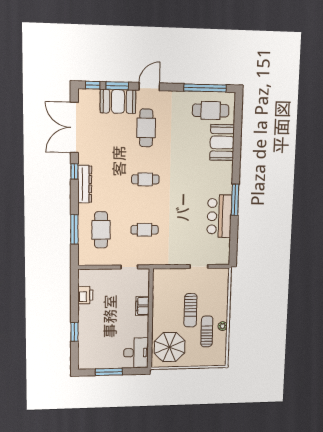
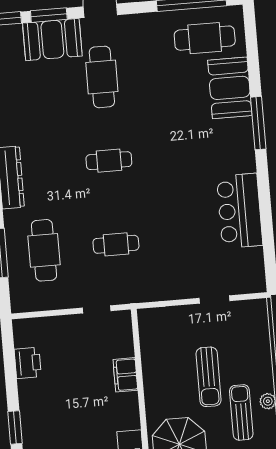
window: (235, 200) -> (258, 123), moved

